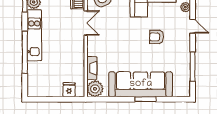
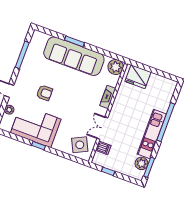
fireplace: (92, 68) -> (108, 97), moved
fridge: (69, 90) -> (138, 77), width x1.88, depth x1.34

